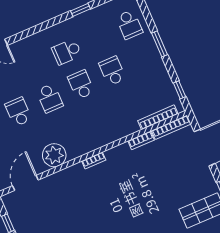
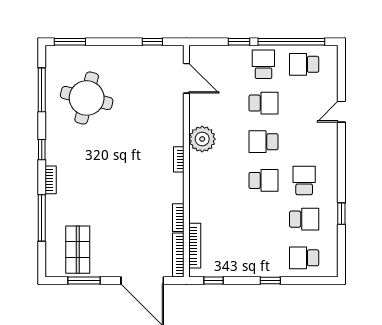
window: (160, 44) -> (270, 280), width x0.67
school desk: (112, 71) -> (304, 219), moved
plant: (54, 155) -> (202, 139), moved

